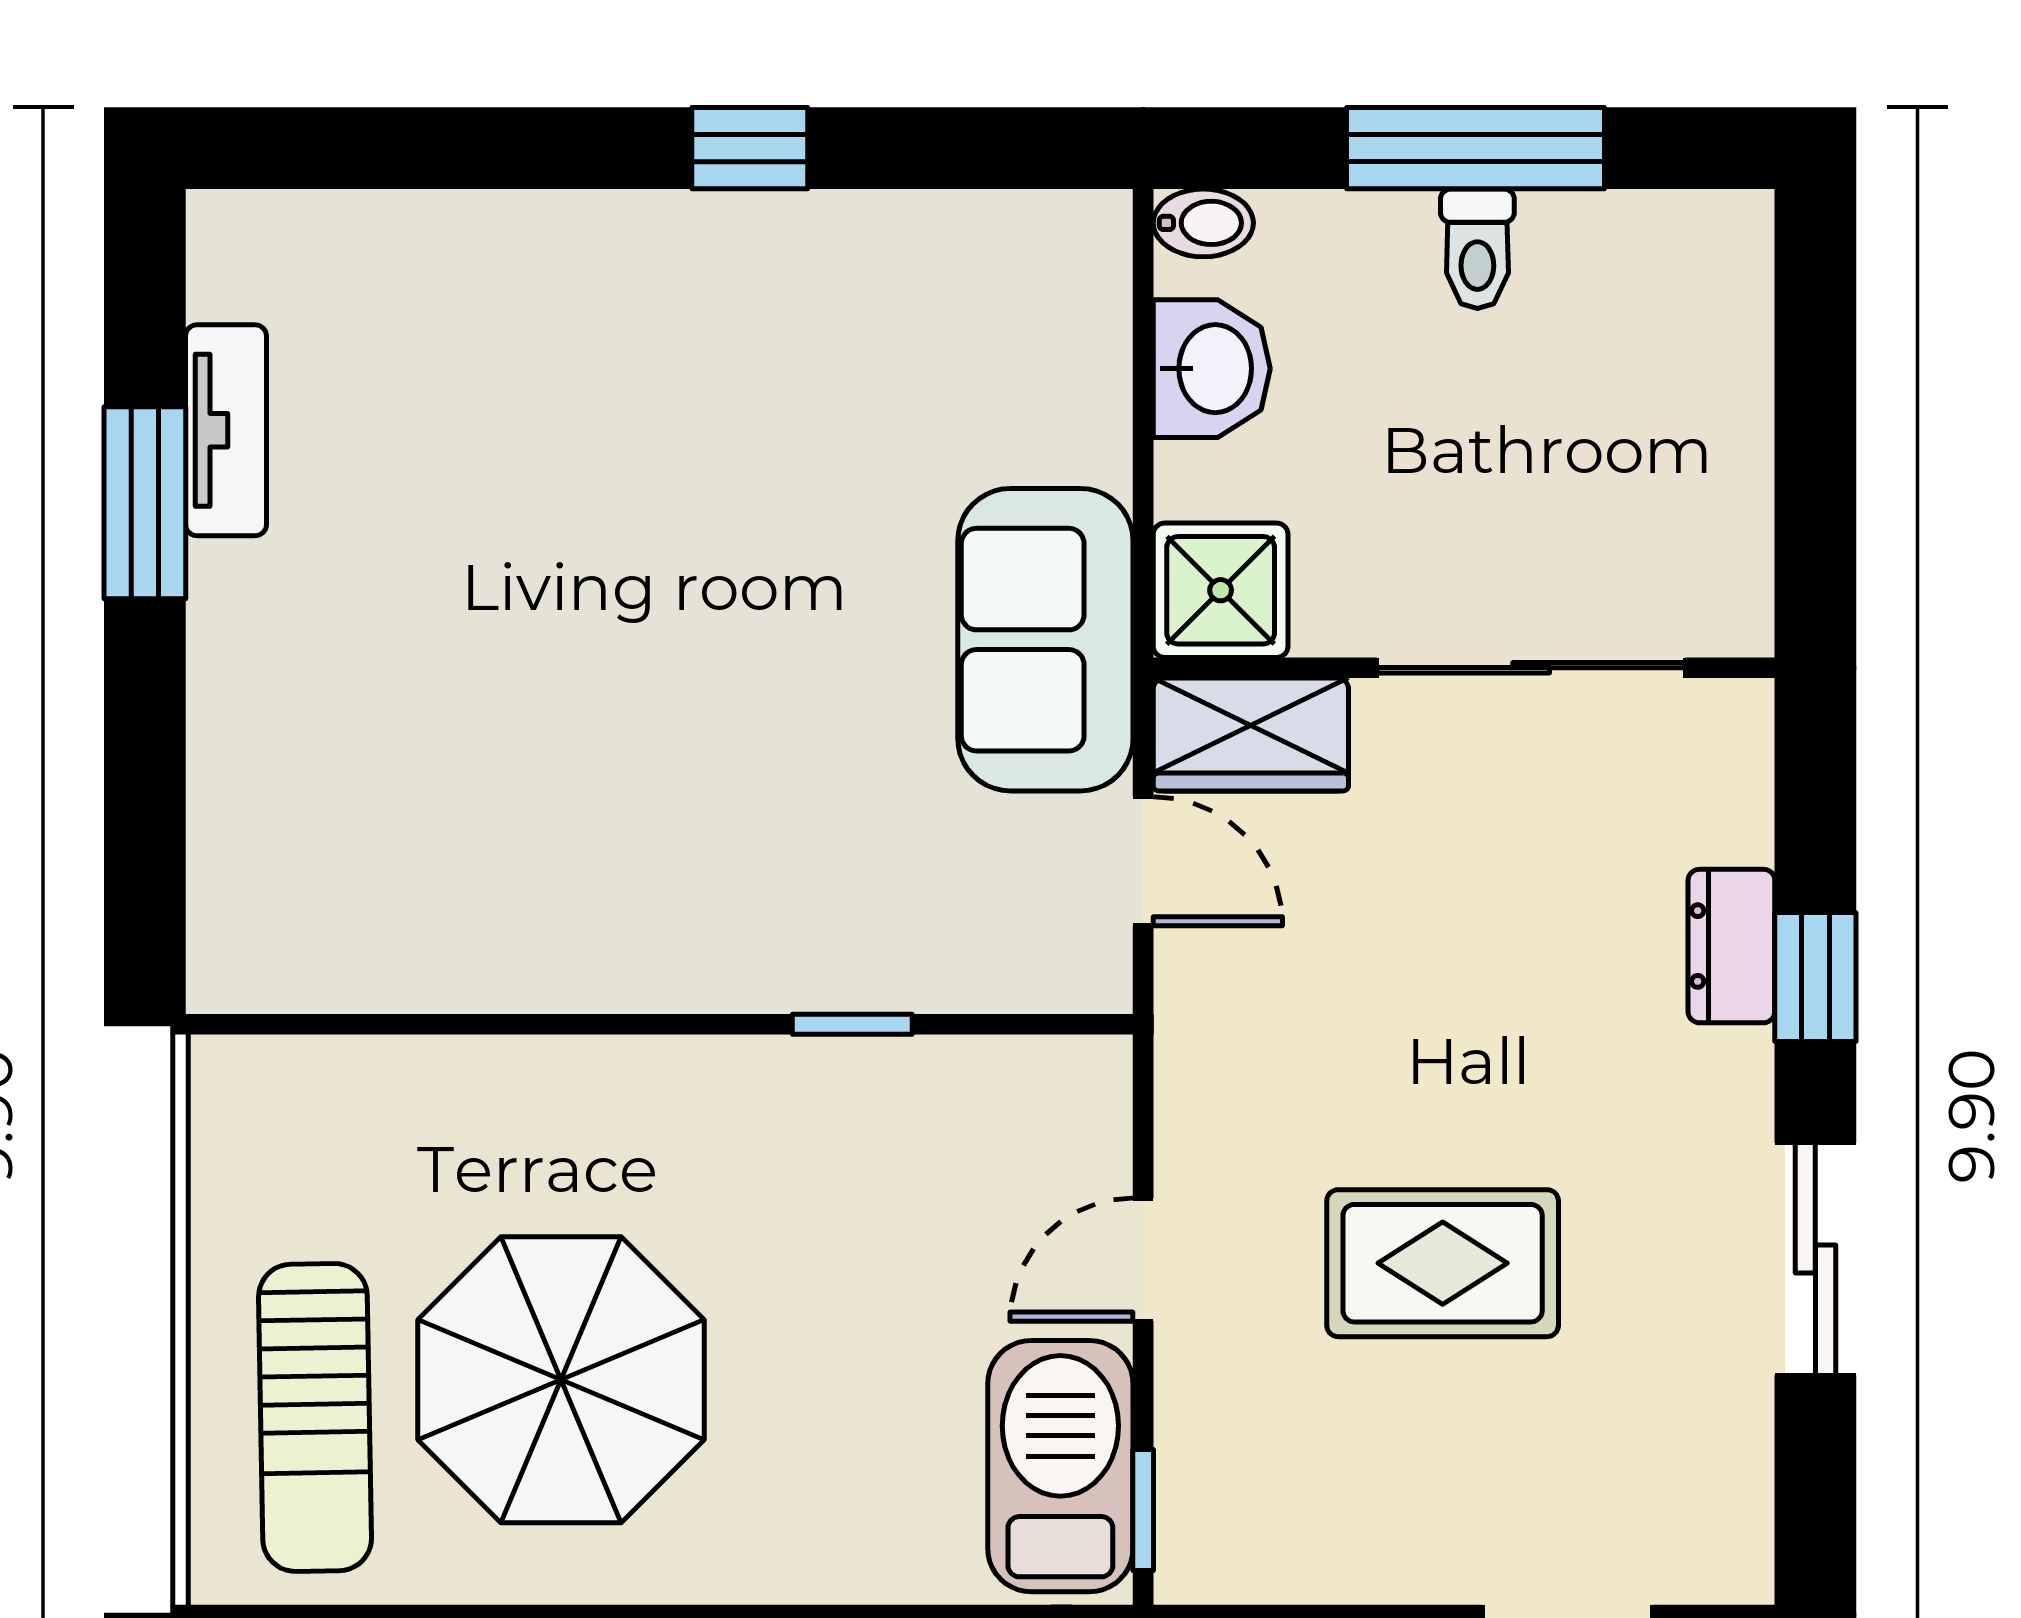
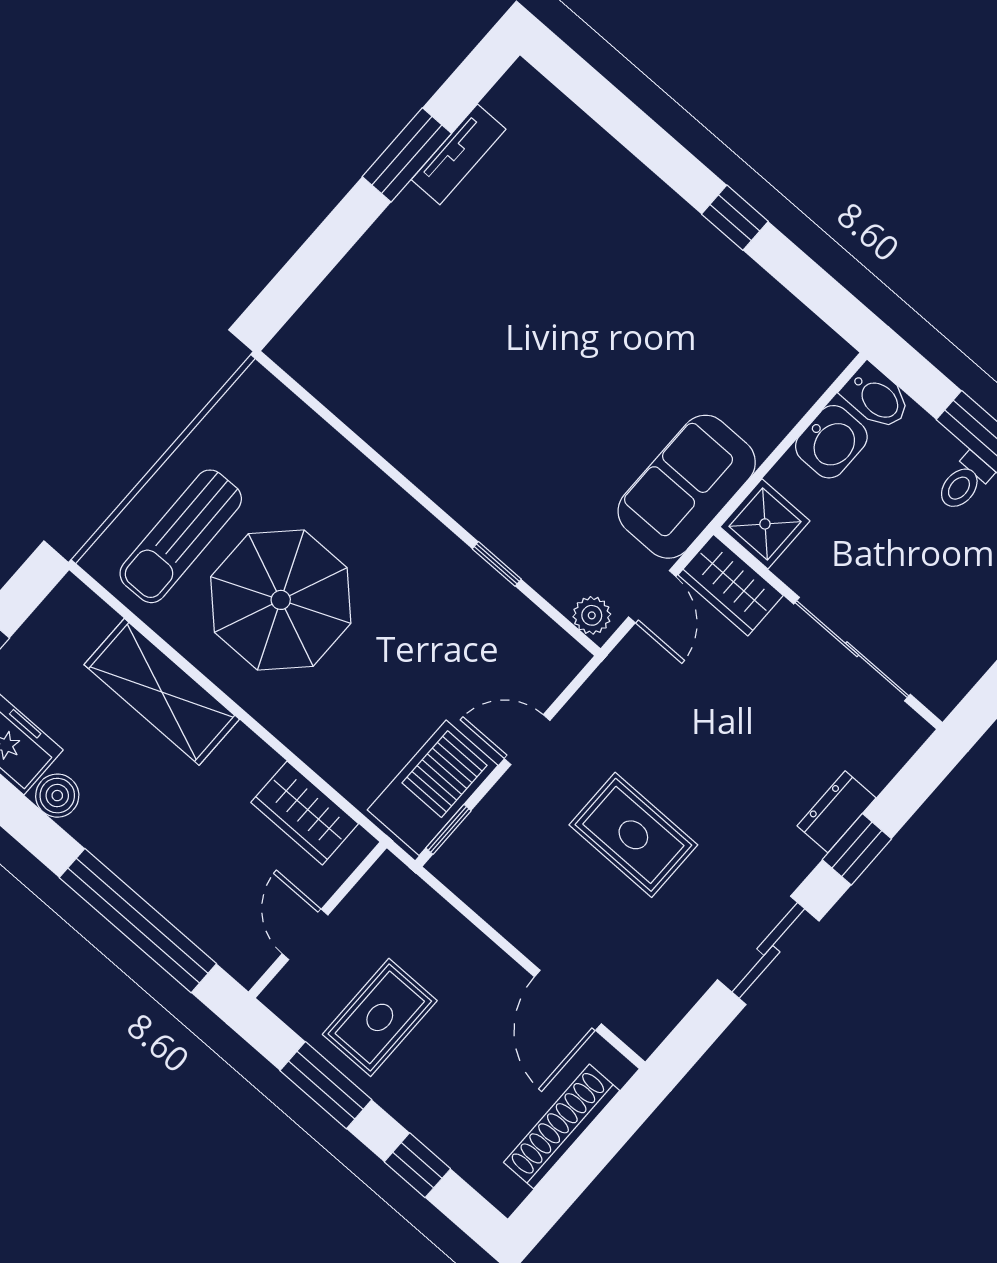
bidet: (1203, 223) -> (876, 397), width x1.38, depth x1.36
plant: (1073, 974) -> (592, 615), added

